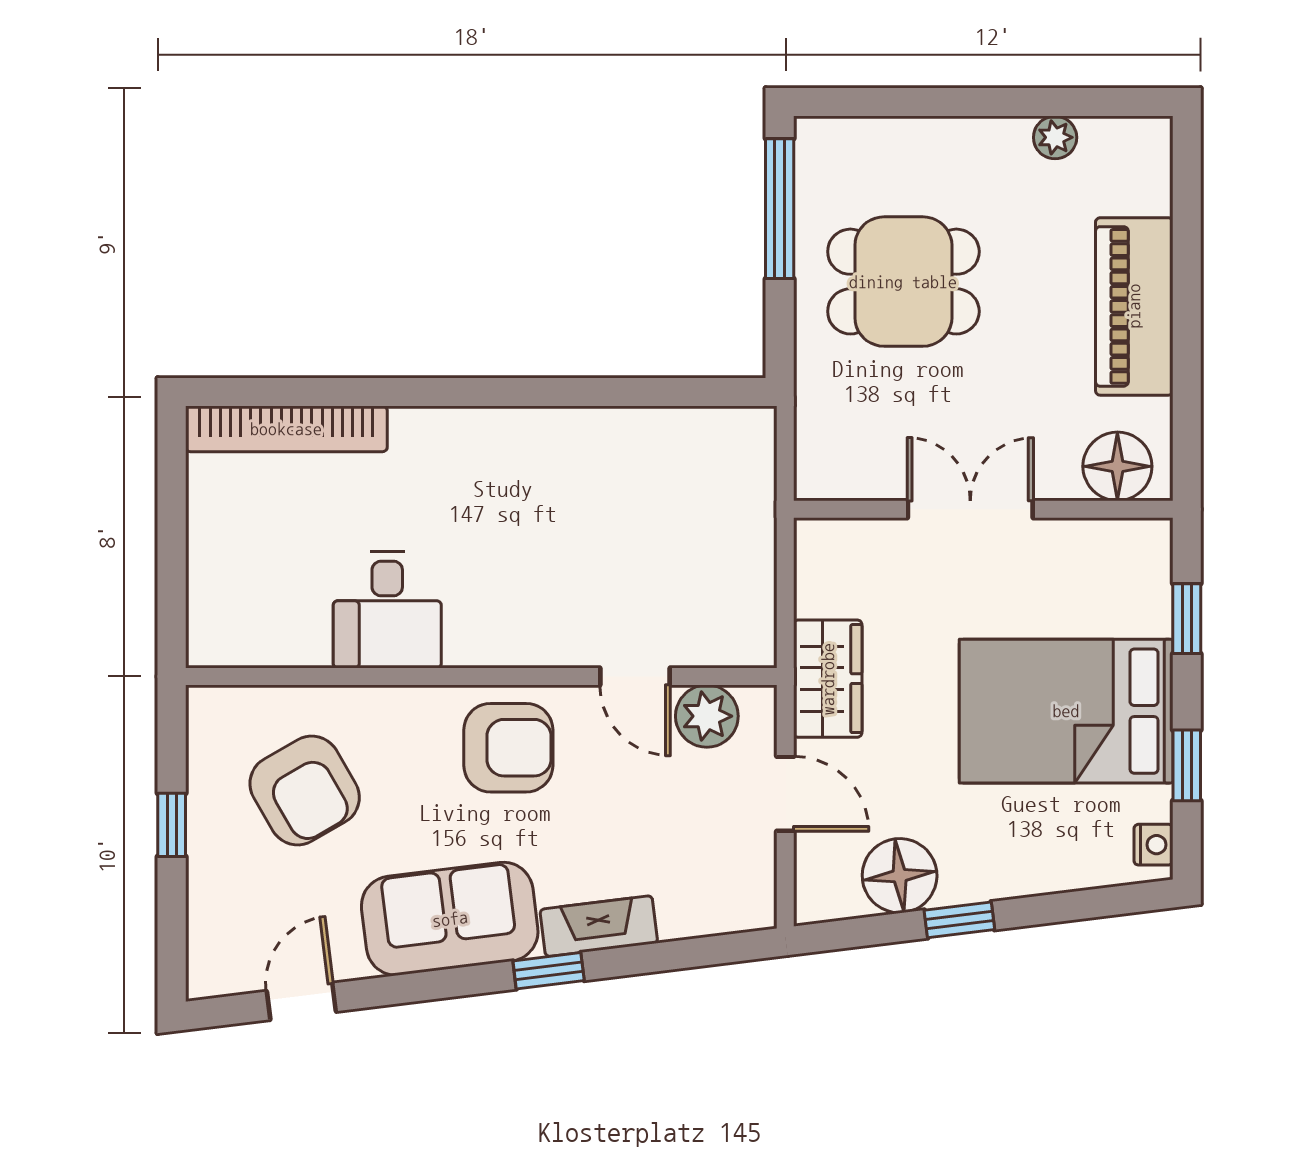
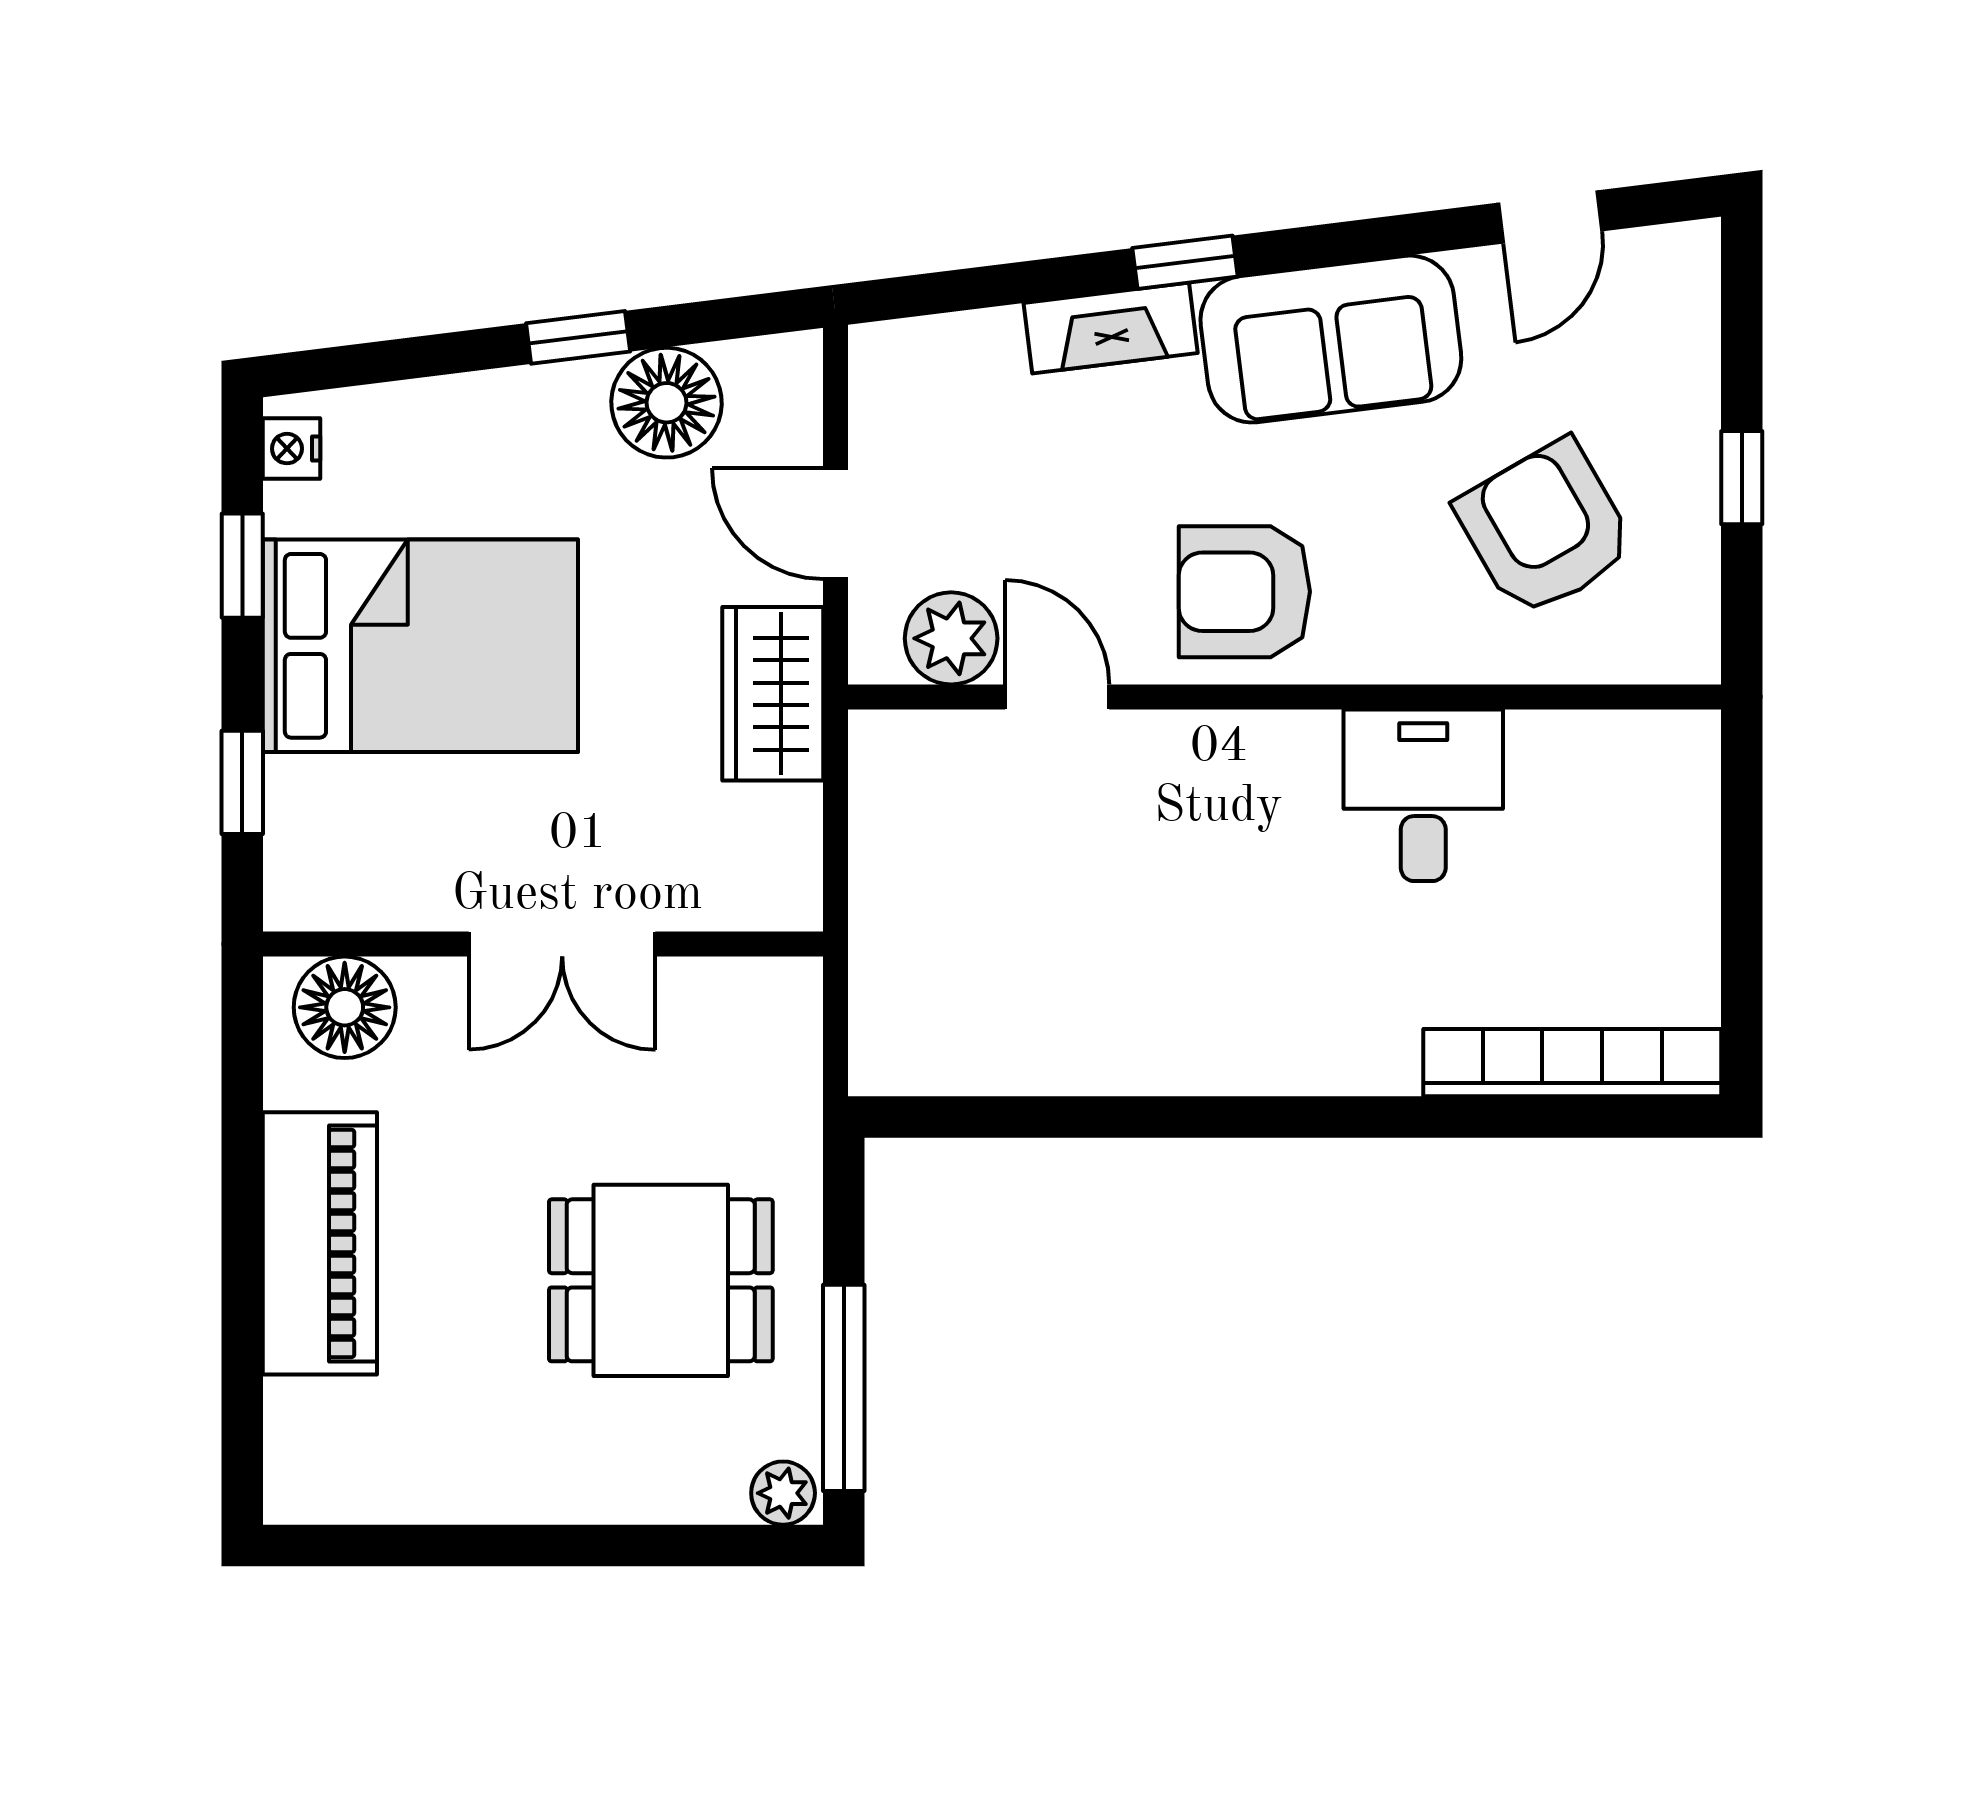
plant: (1055, 137) -> (783, 1493), moved

